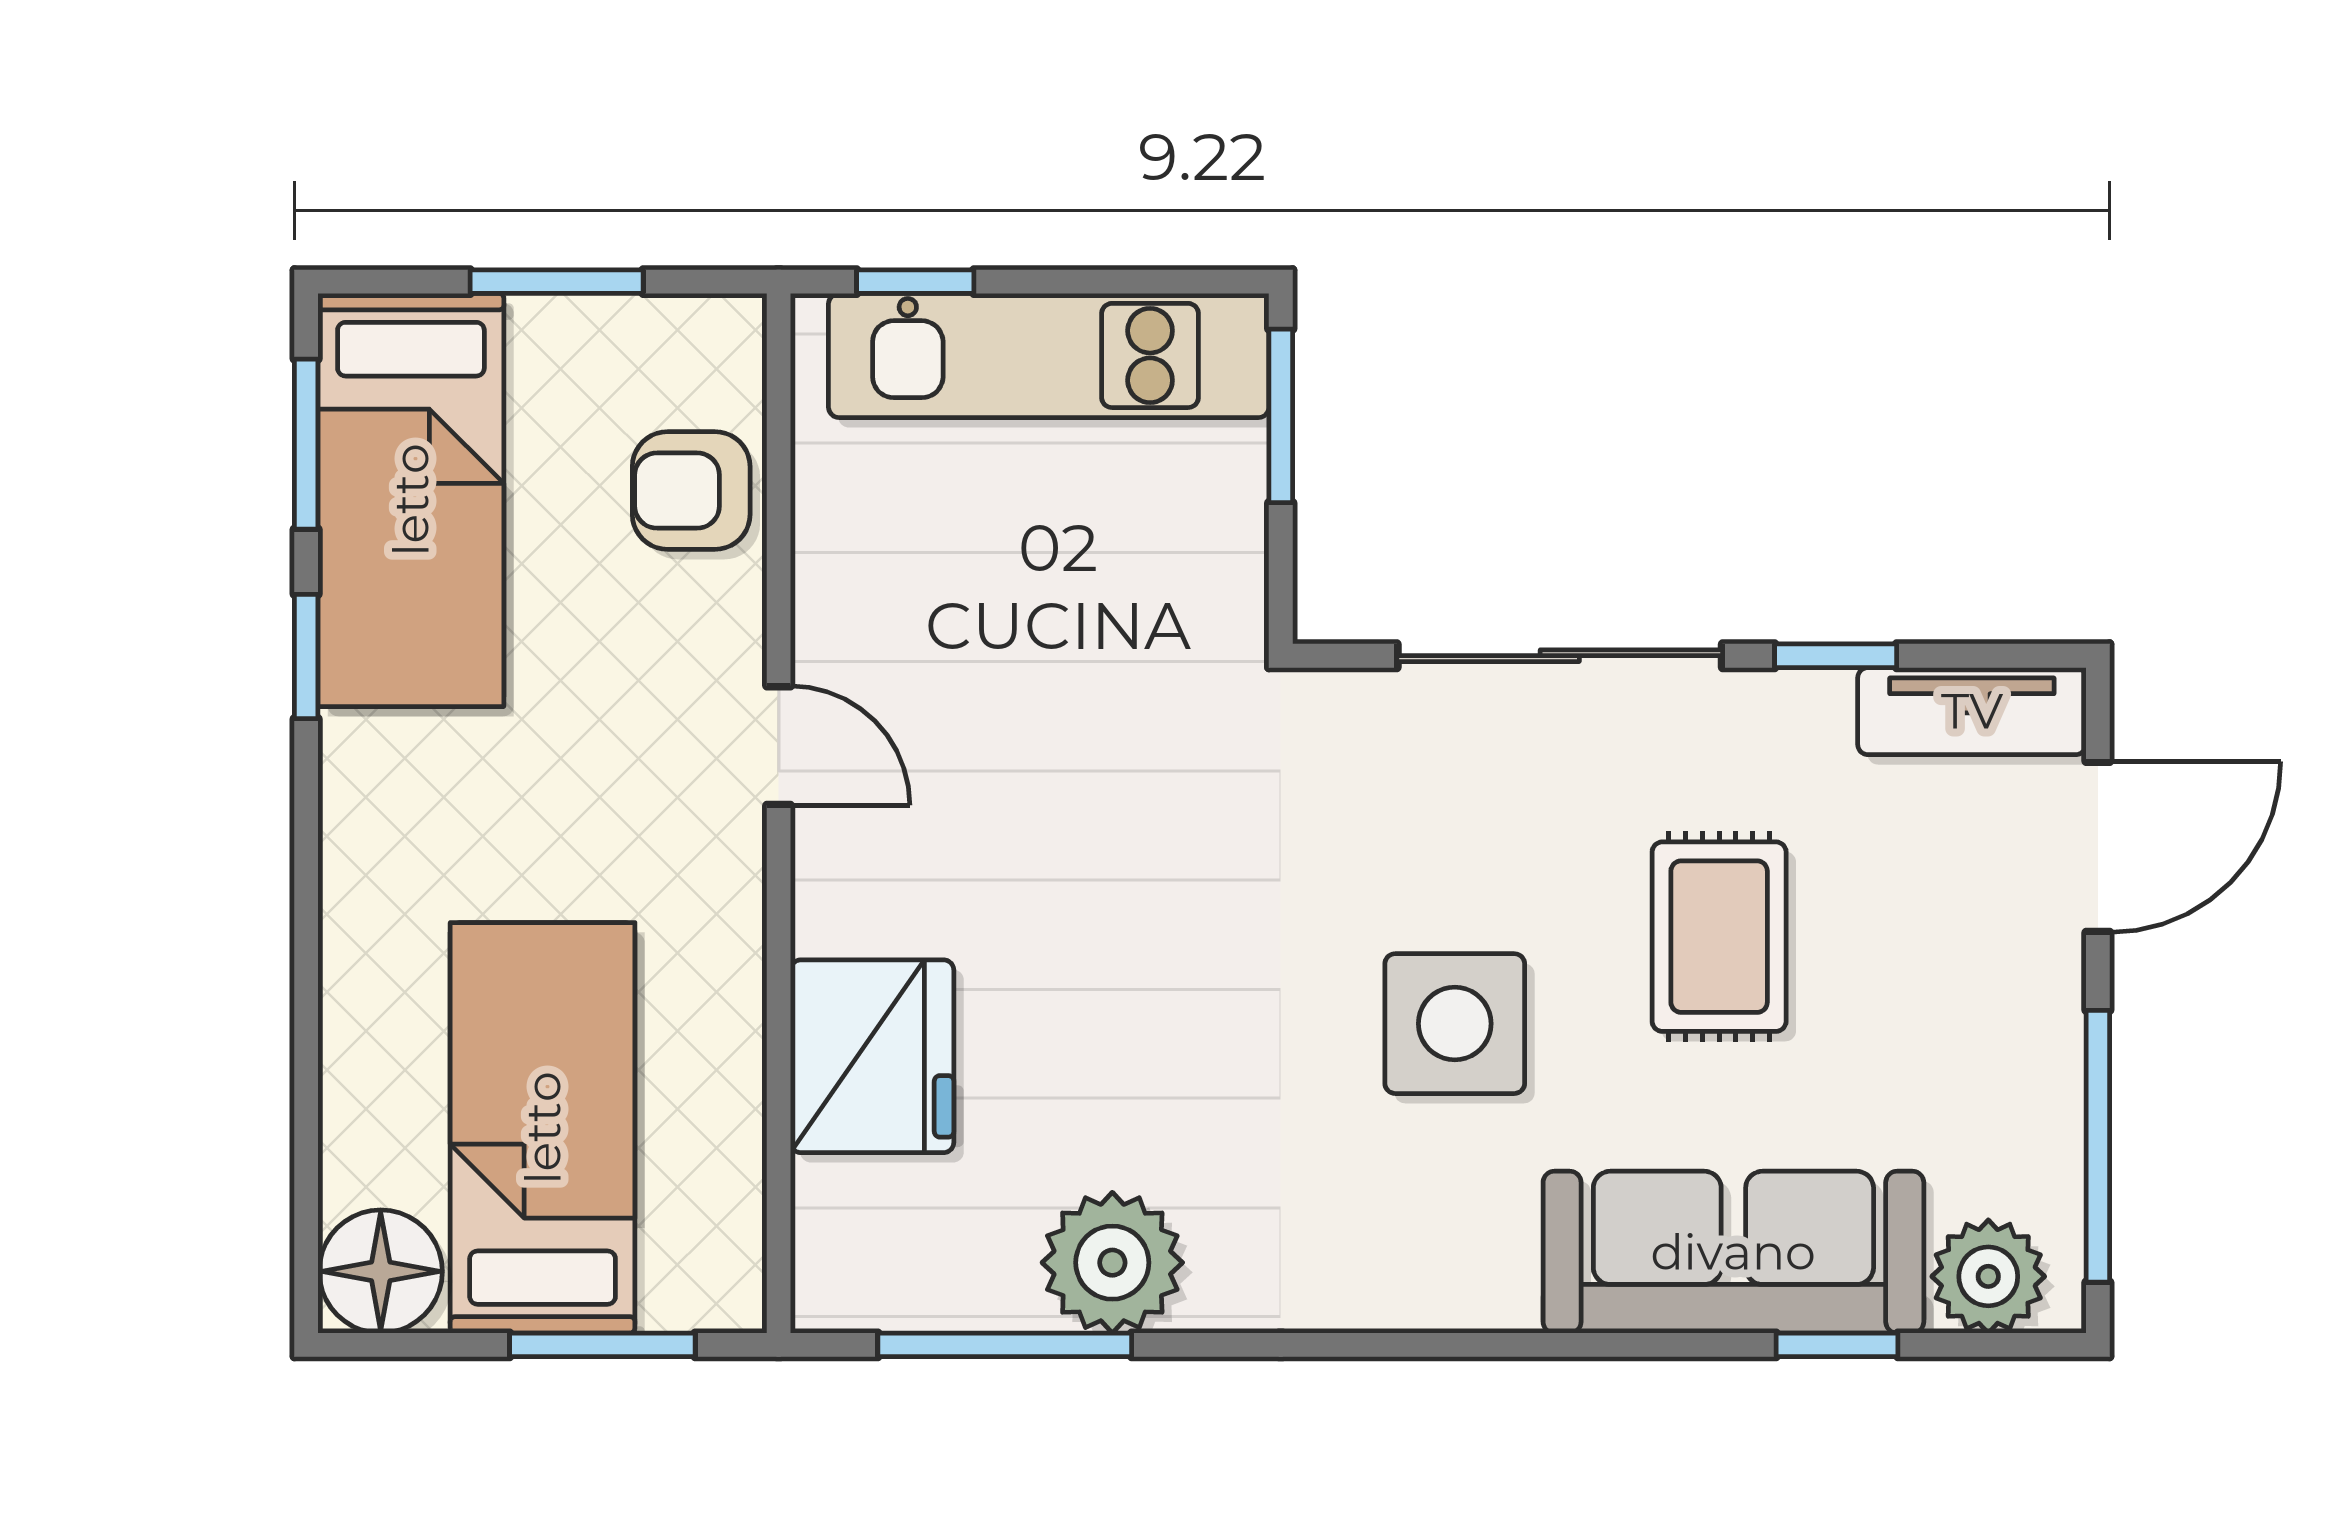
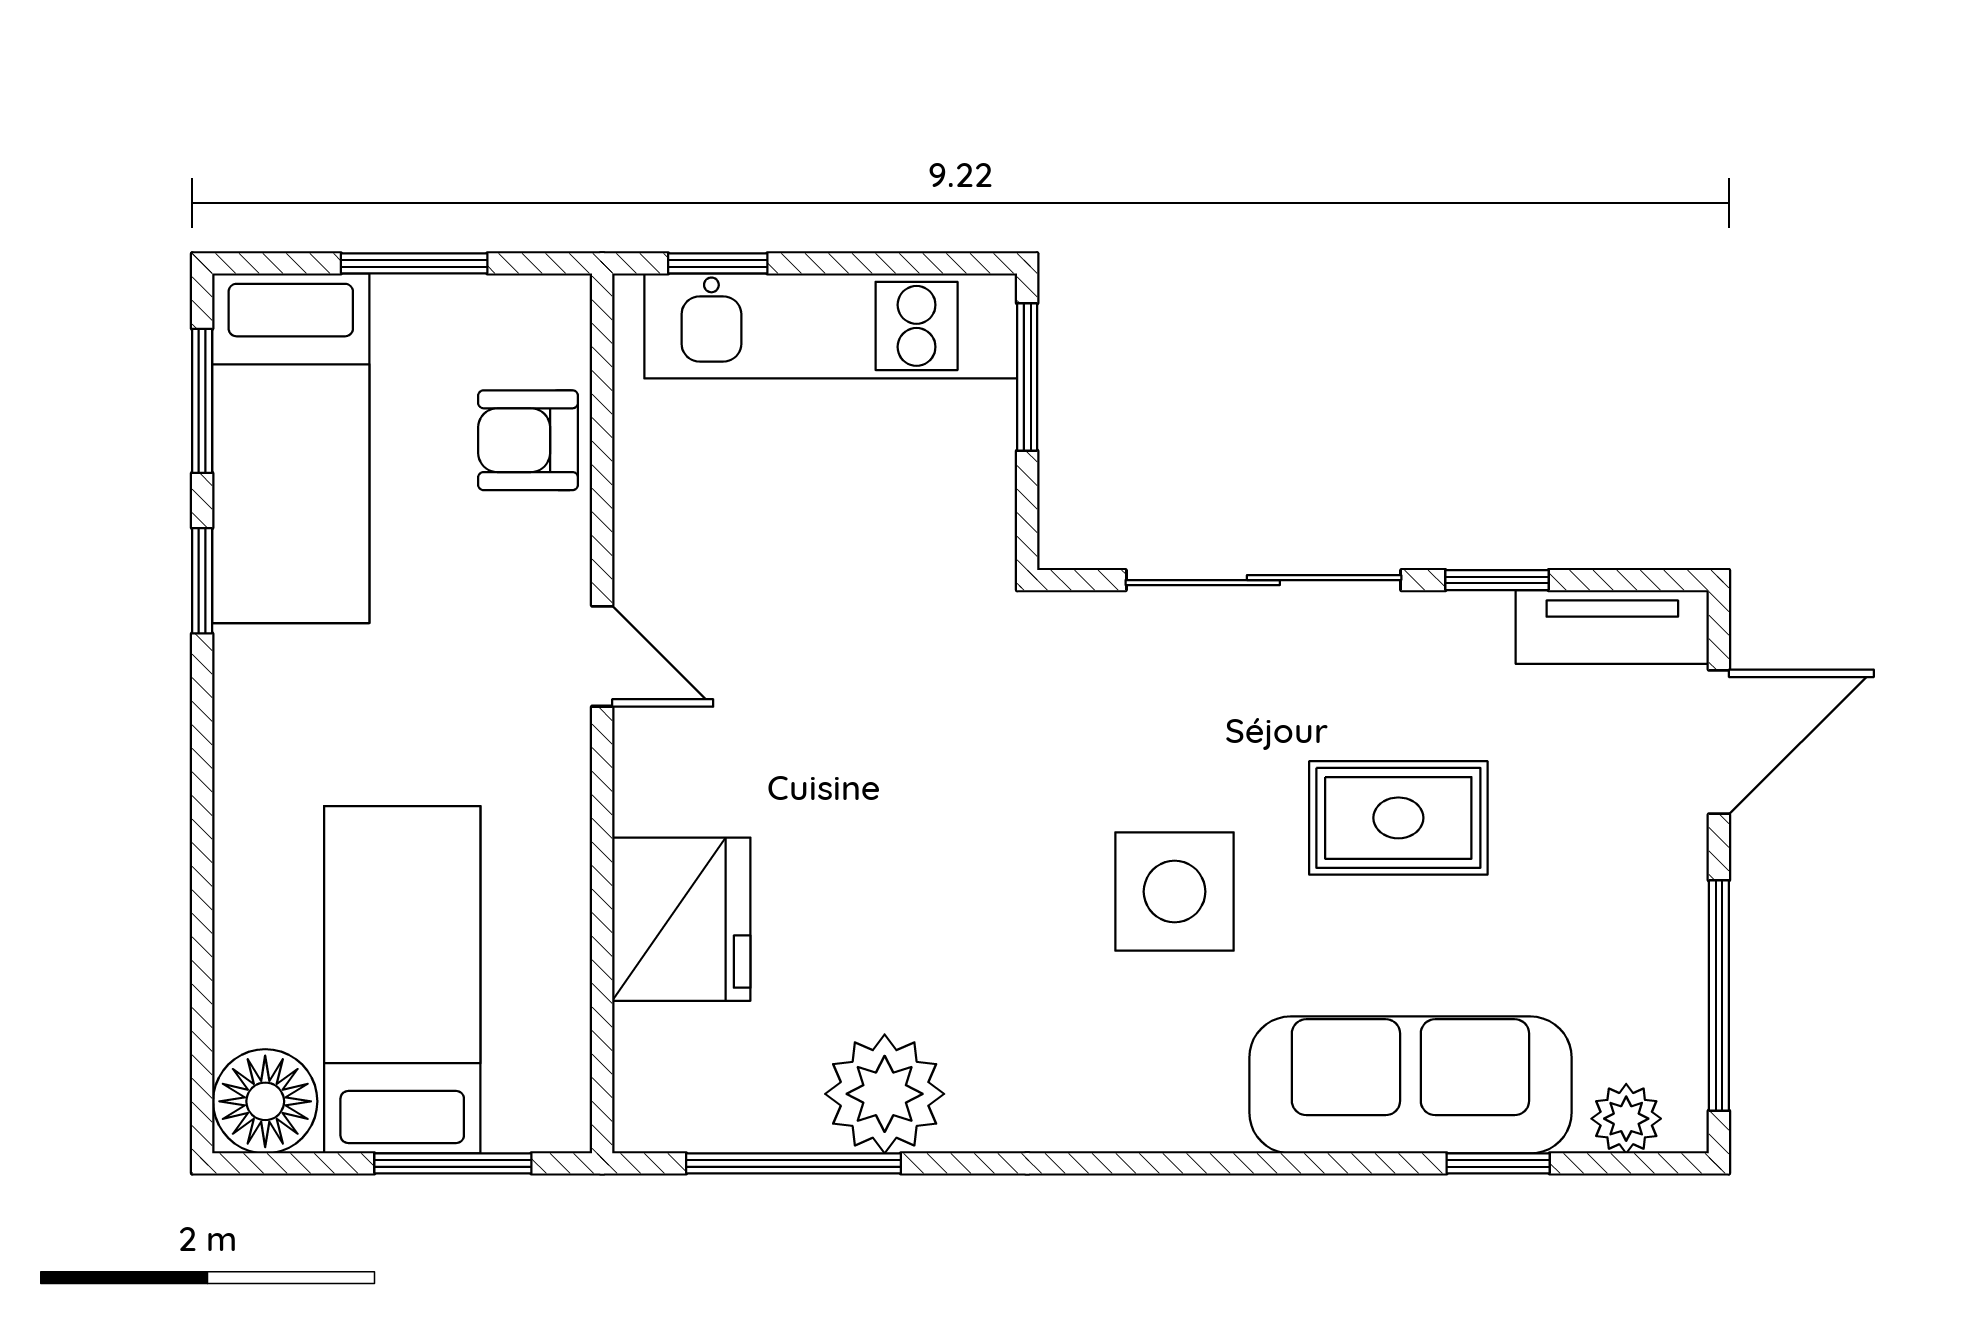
rug: (1719, 937) -> (1398, 818), turned 90
plant: (1988, 1276) -> (1626, 1119), width x0.73, depth x0.73

